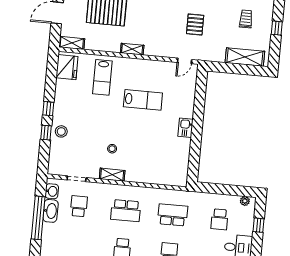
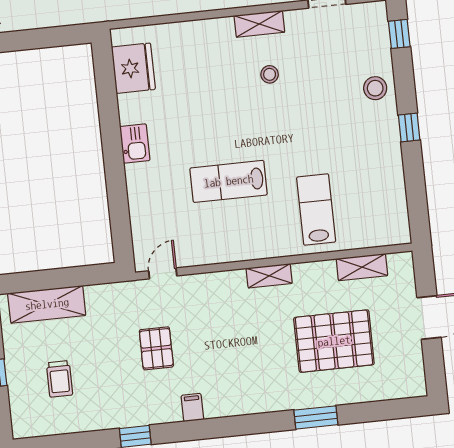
shelving: (72, 43) -> (362, 267), moved
fridge: (67, 67) -> (133, 68), moved, turned 180
window: (46, 133) -> (399, 34), moved

